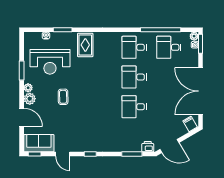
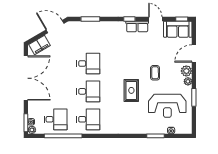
rug: (85, 45) -> (131, 90), moved
reception desk: (50, 62) -> (167, 106), turned 180
door: (22, 117) -> (194, 54), hinge flipped
filing cabinet: (190, 124) -> (40, 45), width x2.00
row of seats: (82, 146) -> (137, 26), added
printer: (148, 147) -> (75, 26), removed

